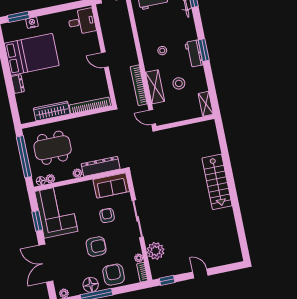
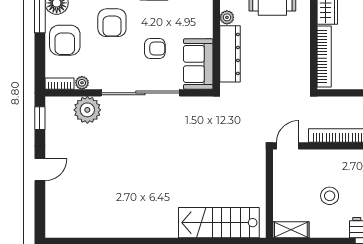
shelving: (155, 87) -> (332, 159), removed
stairs: (217, 182) -> (219, 223), moved
sliding door: (138, 219) -> (140, 93), width x1.36
armchair: (114, 275) -> (65, 40), turned 90

